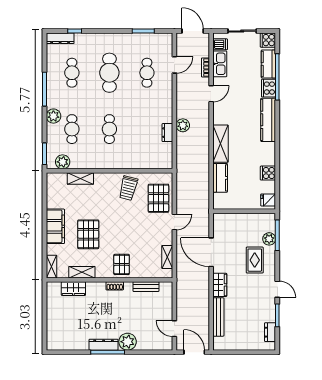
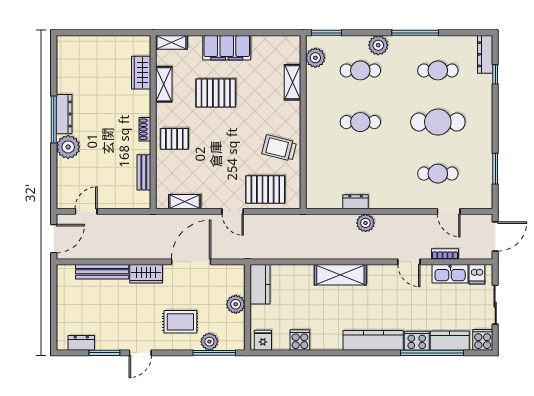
kitchen counter: (220, 178) -> (260, 284), moved, turned -90
plant: (242, 220) -> (236, 304), added

